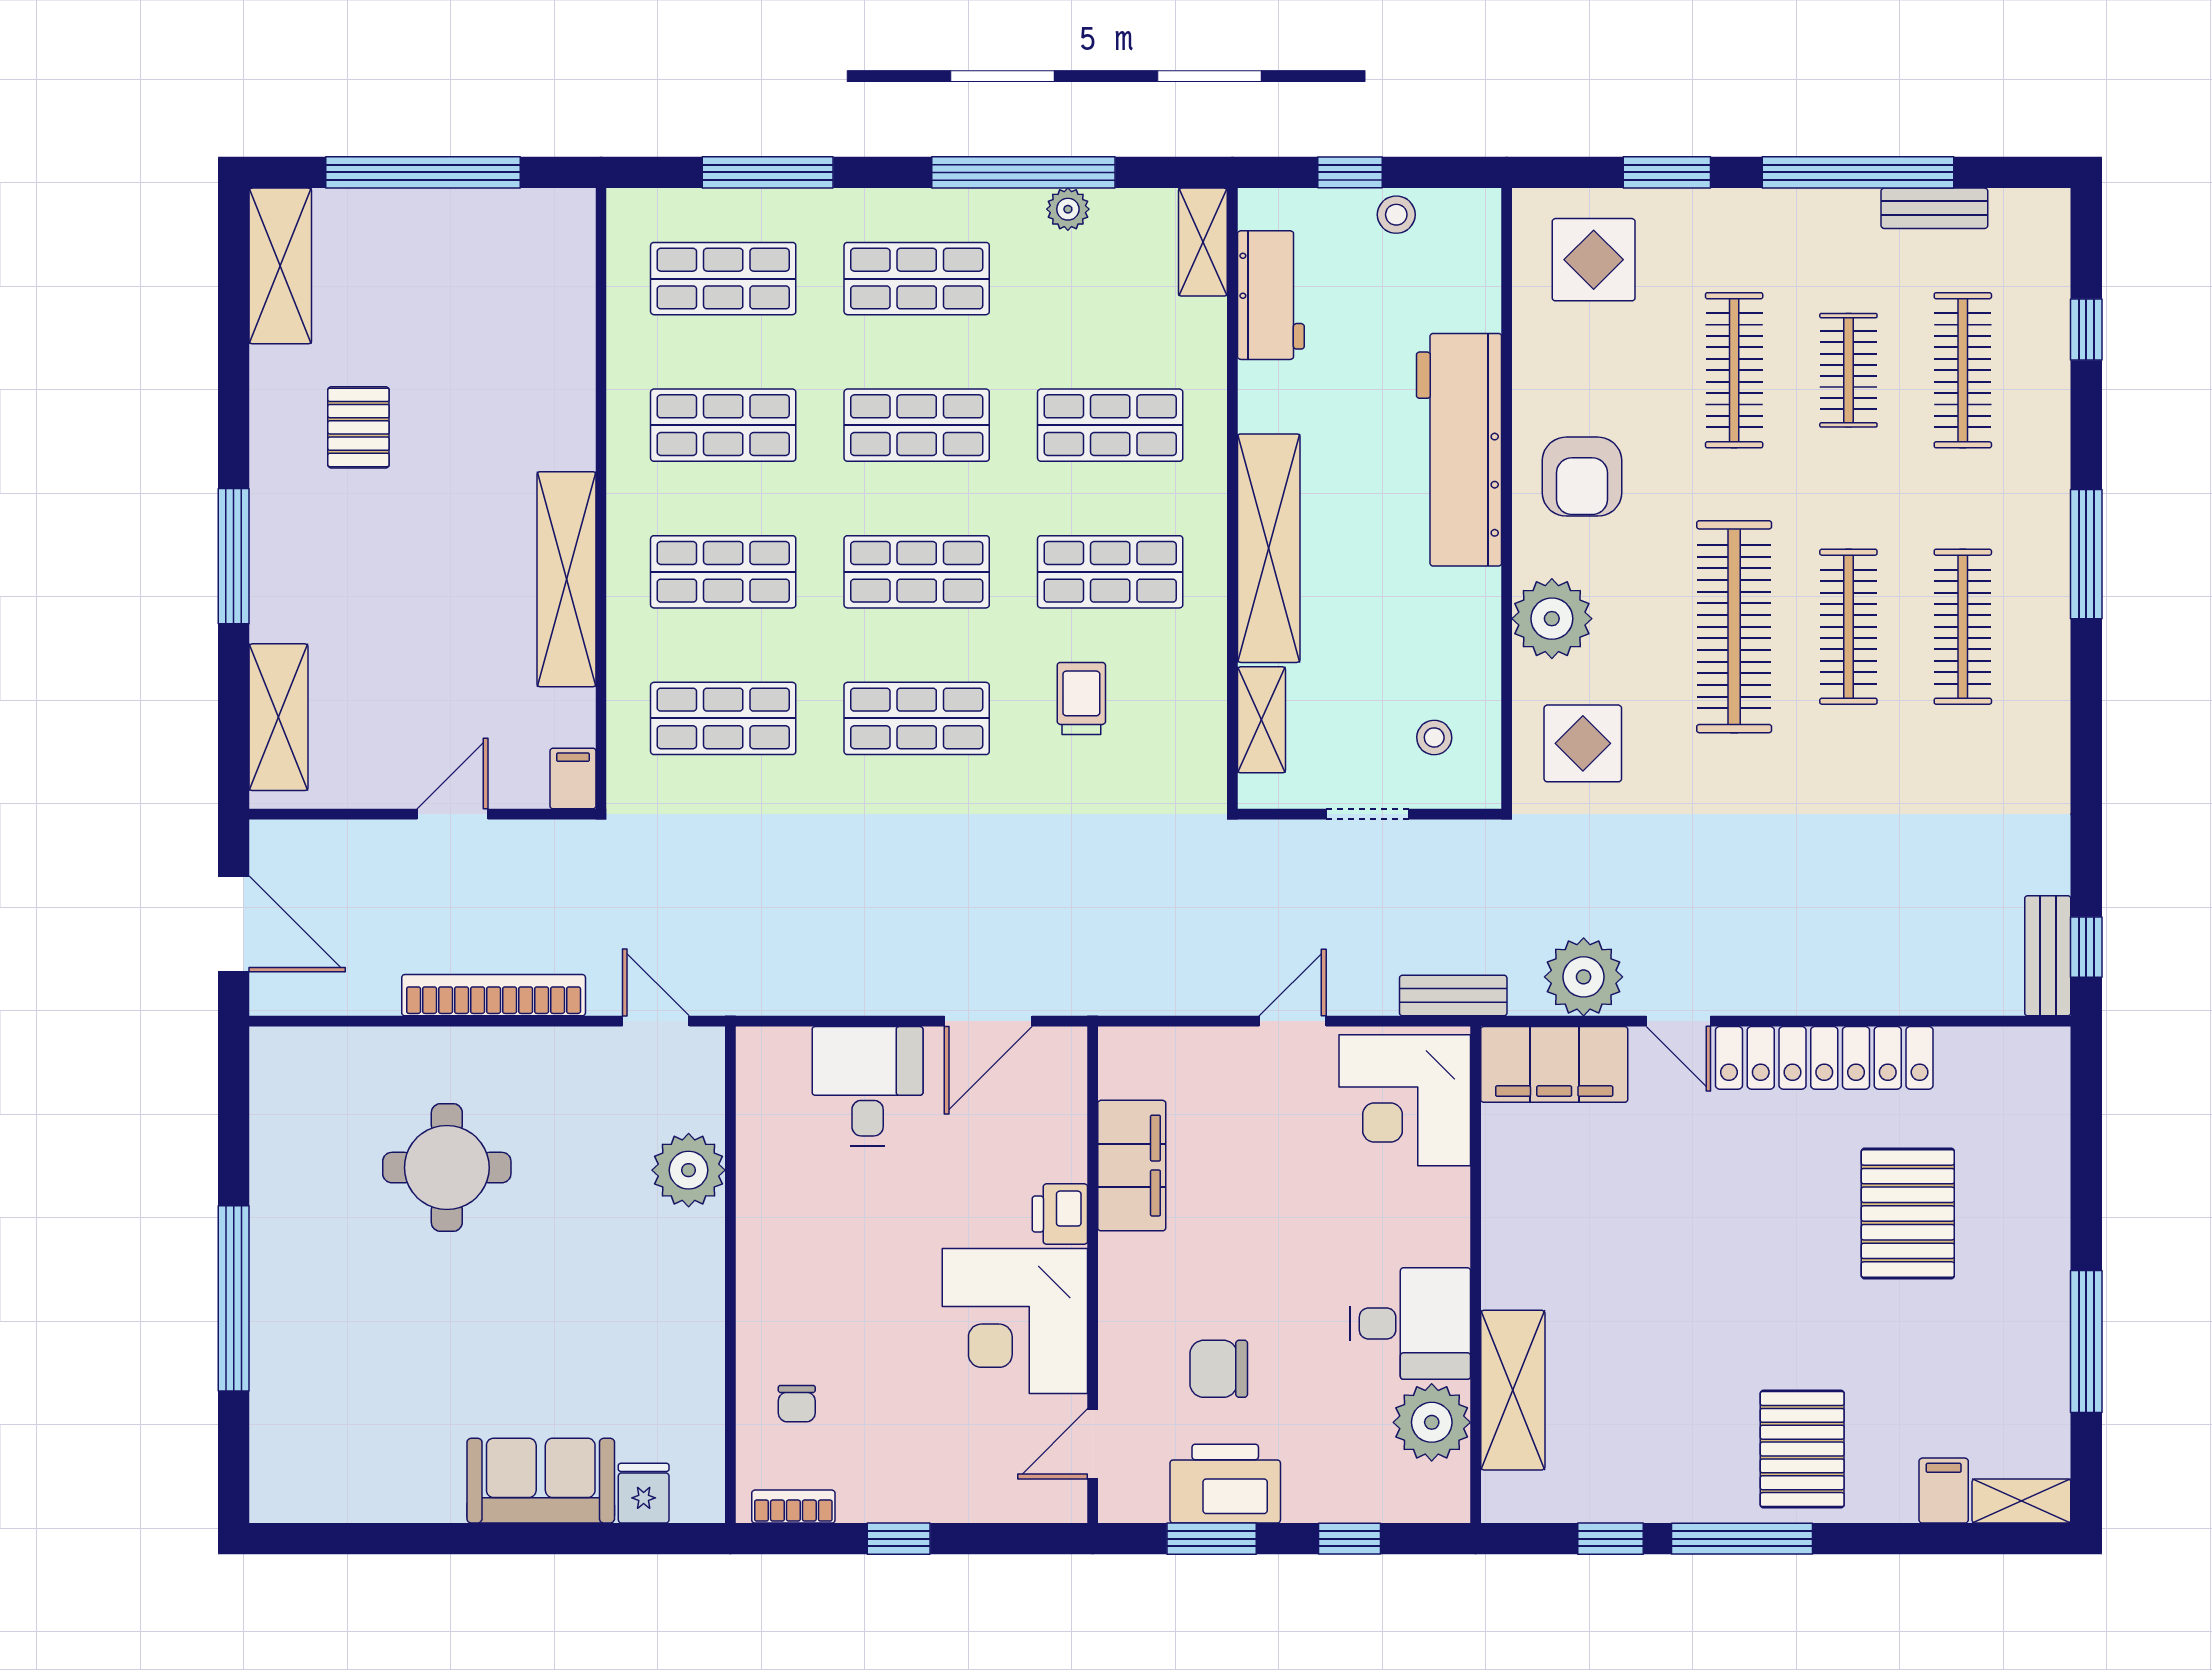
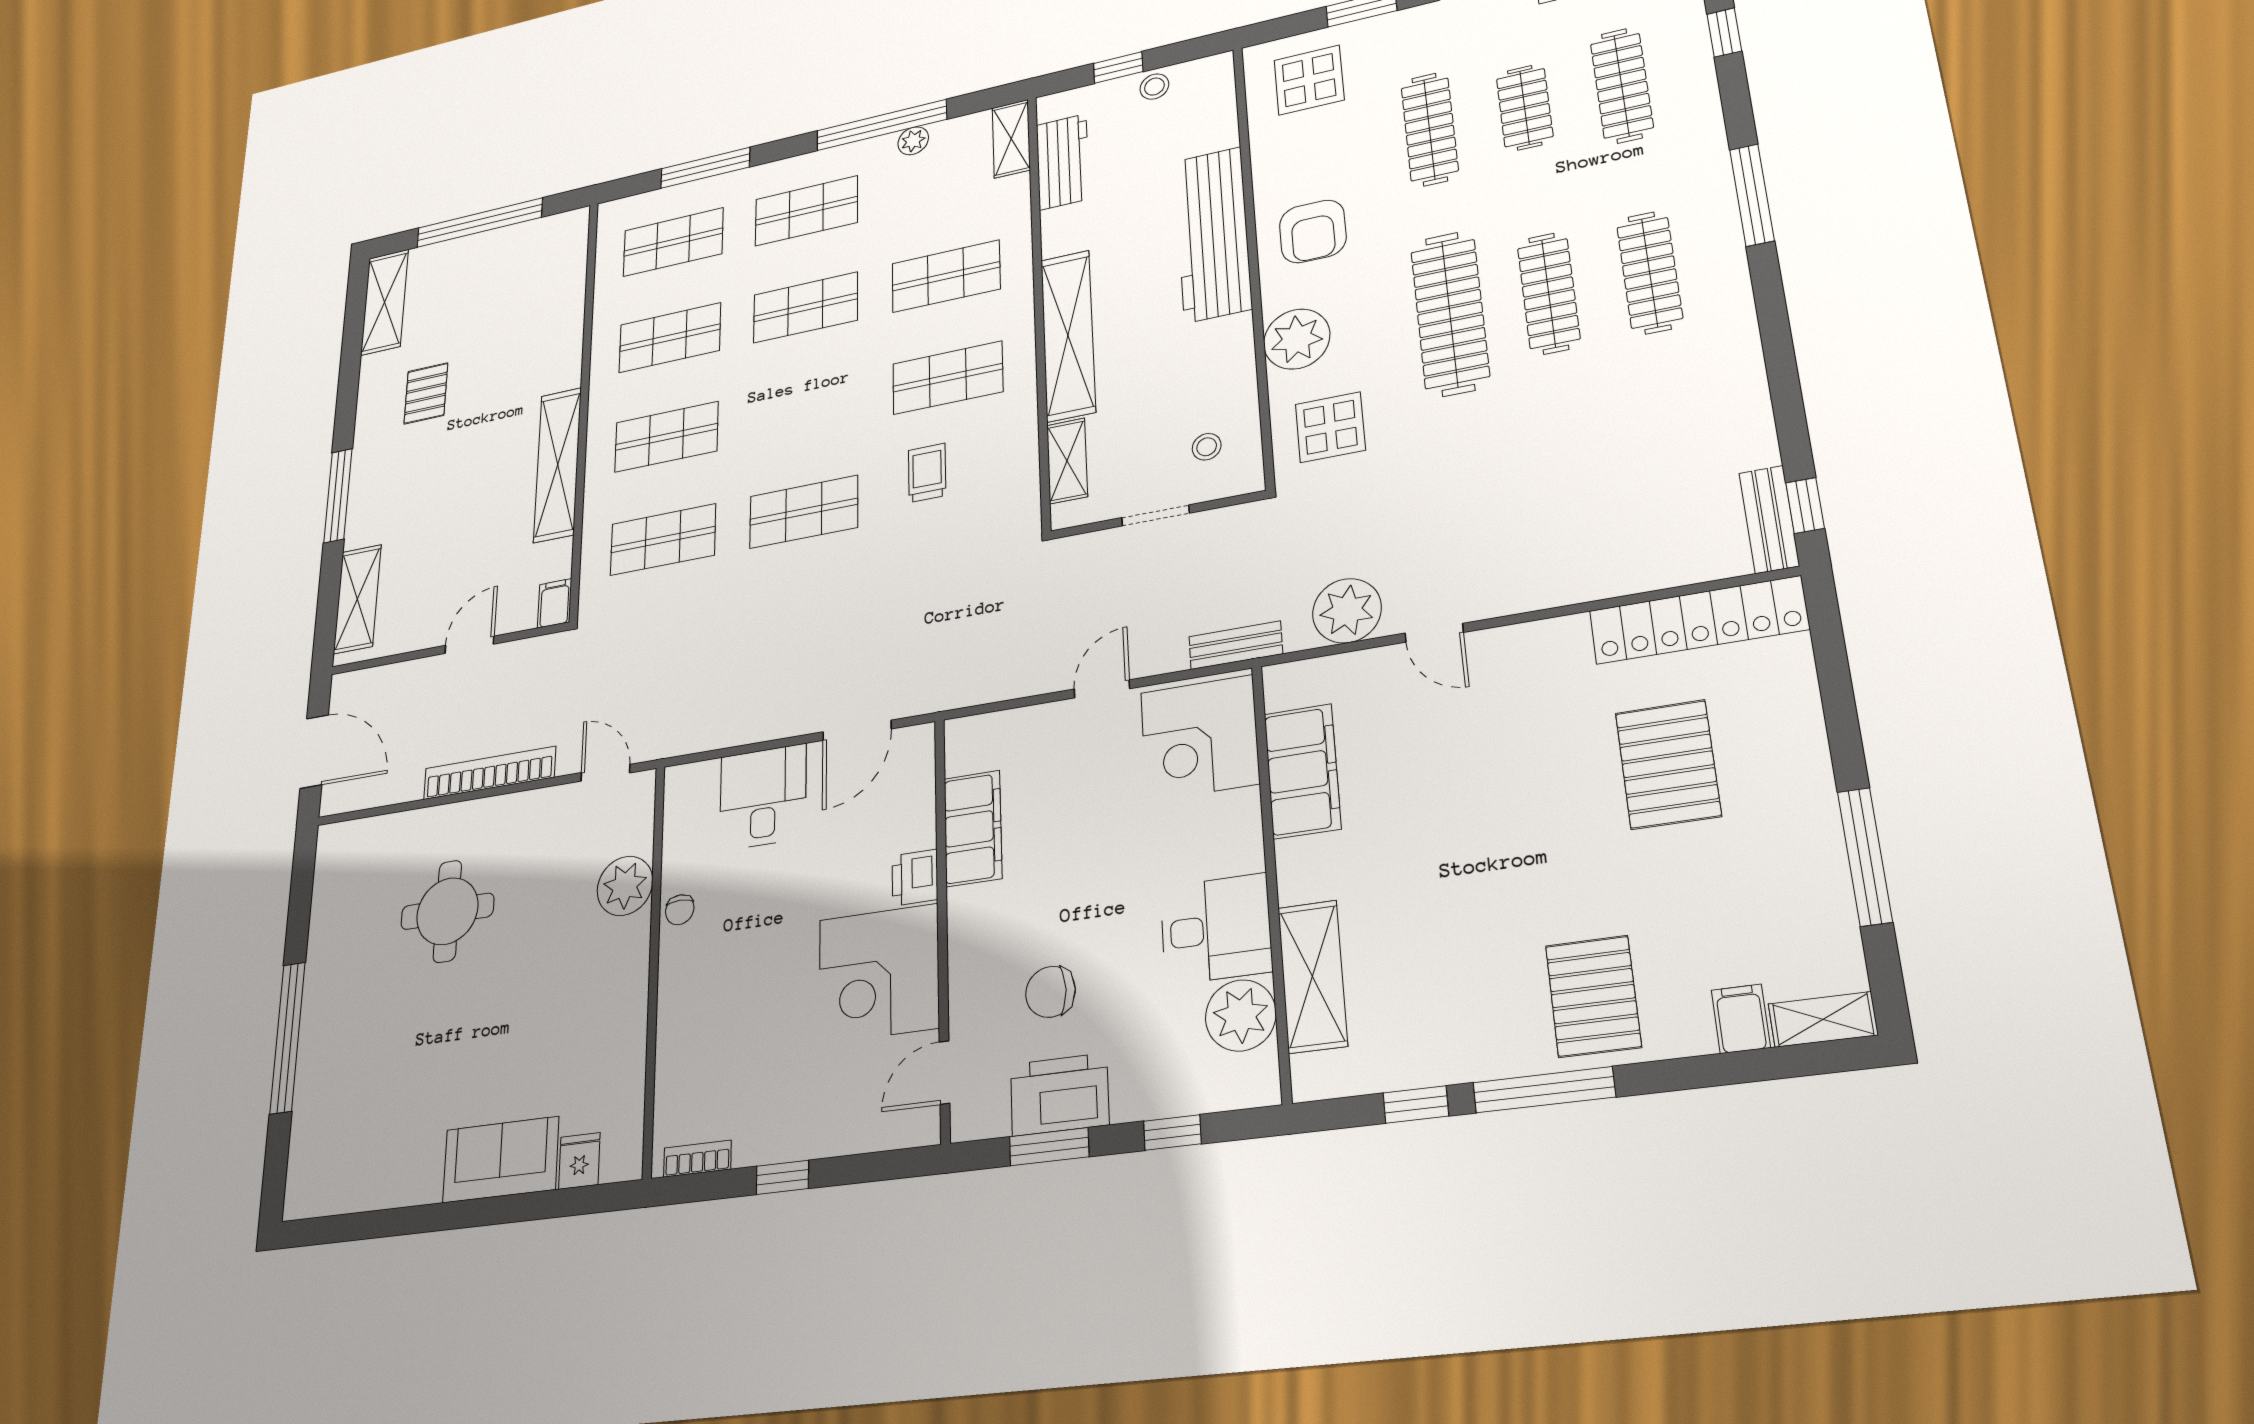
shop shelf: (917, 572) -> (805, 408), removed
locker: (1824, 1058) -> (1698, 620), moved
filing cabinet: (1554, 1064) -> (1302, 771), moved, turned -90
chair: (797, 1404) -> (680, 910), moved

